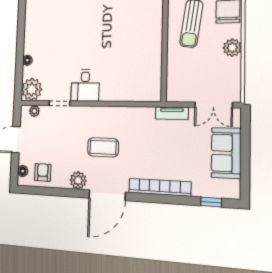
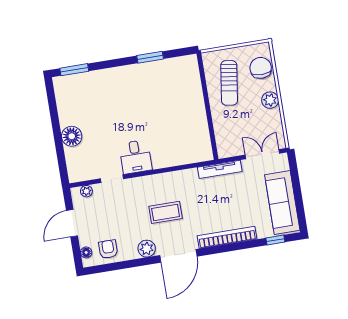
floor lamp: (27, 60) -> (72, 136), width x1.89, depth x1.89
plant: (32, 89) -> (79, 170), removed
double door: (213, 105) -> (262, 154), swing flipped
tv unit: (172, 113) -> (220, 169), width x1.41
sofa: (226, 153) -> (282, 202), width x1.36

